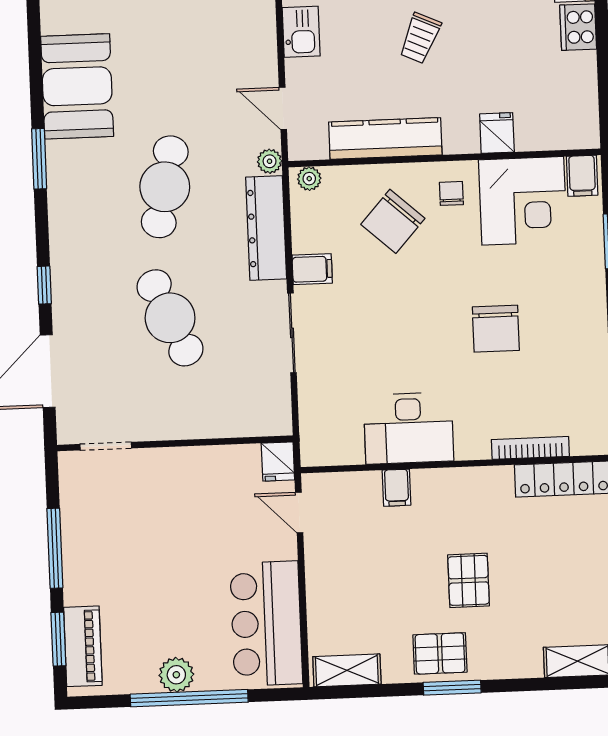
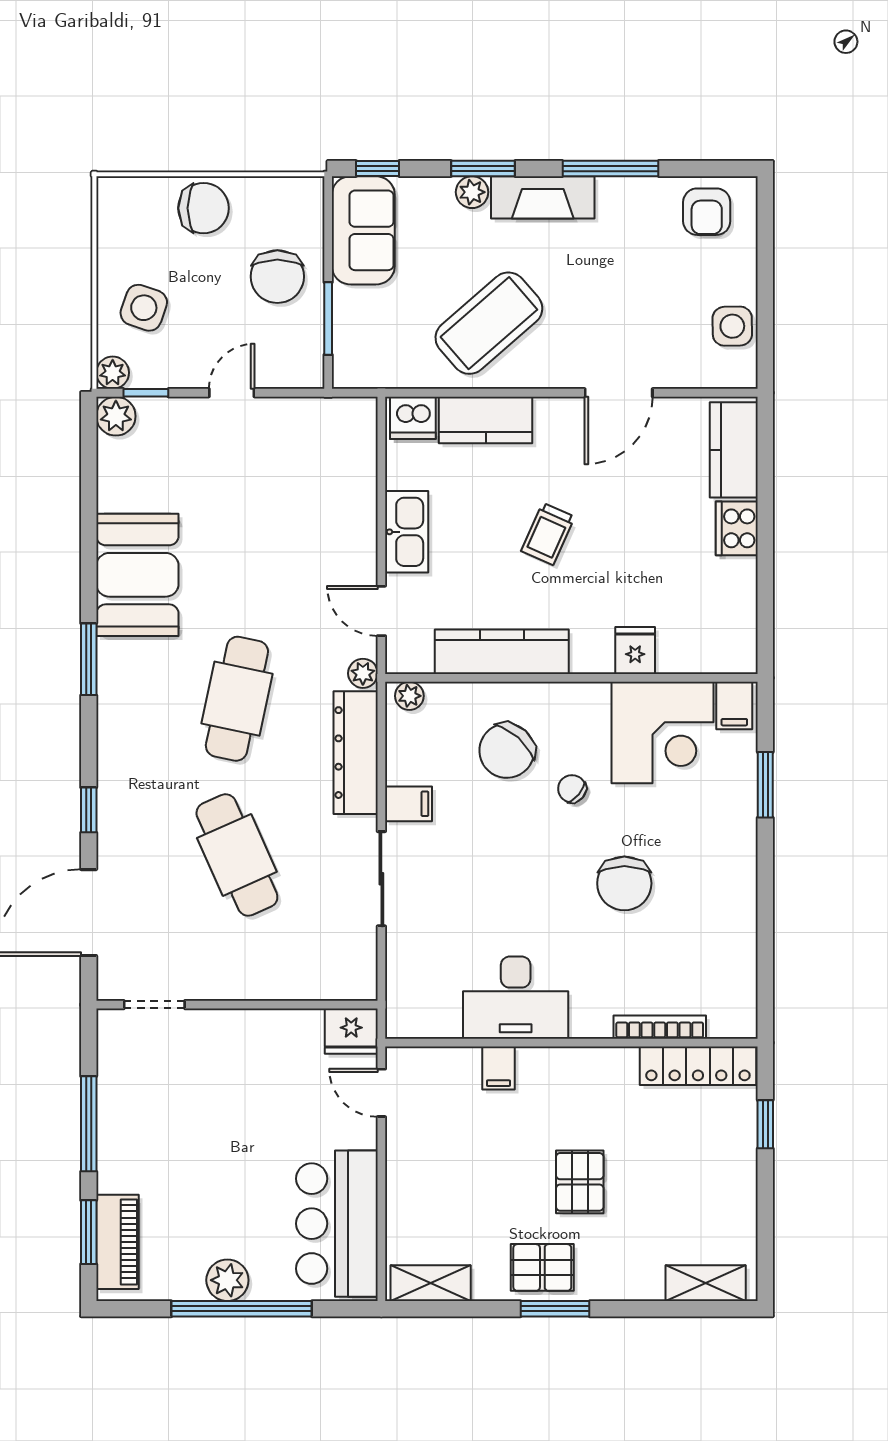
kitchen sink: (301, 32) -> (407, 532), width x1.38
chair: (451, 193) -> (572, 789), moved, turned -50
fridge: (278, 461) -> (351, 1031), width x1.38

